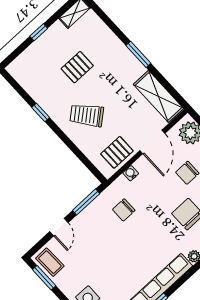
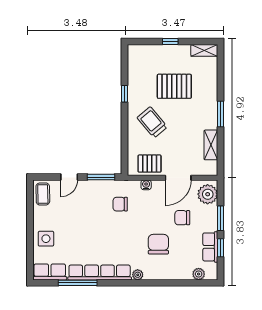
pallet: (77, 67) -> (174, 86), width x1.50, depth x1.42
shelving: (158, 96) -> (211, 145), width x0.67, depth x0.75
window: (44, 278) -> (30, 200), removed

